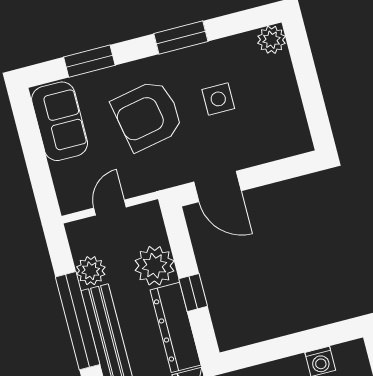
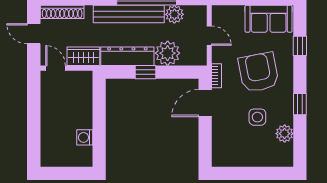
window: (181, 38) -> (300, 104), width x0.67
plant: (271, 40) -> (285, 134), moved
window: (89, 61) -> (300, 46), width x0.67
bookcase: (170, 180) -> (217, 76), added

